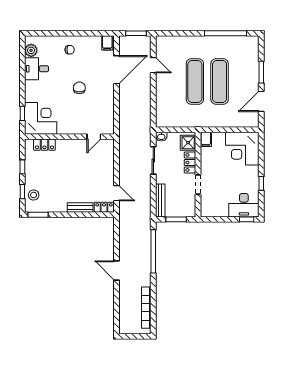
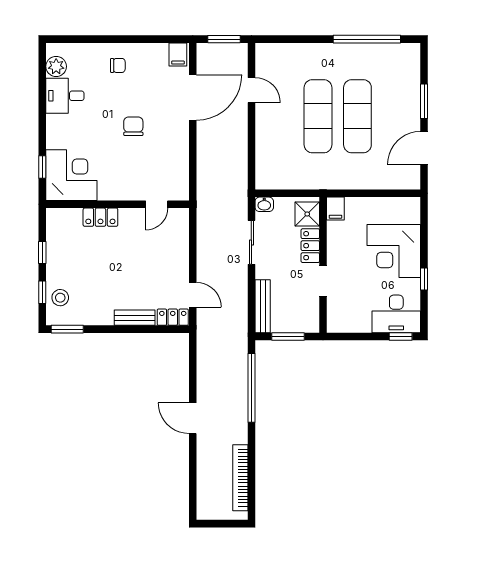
locker: (44, 145) -> (100, 217), moved
corner desk: (242, 149) -> (394, 251), moved

